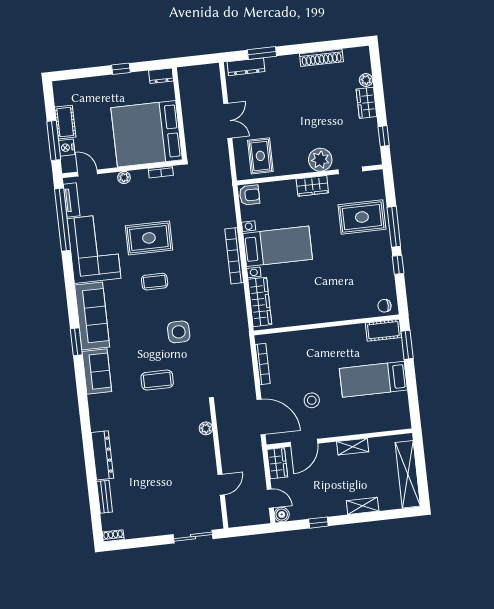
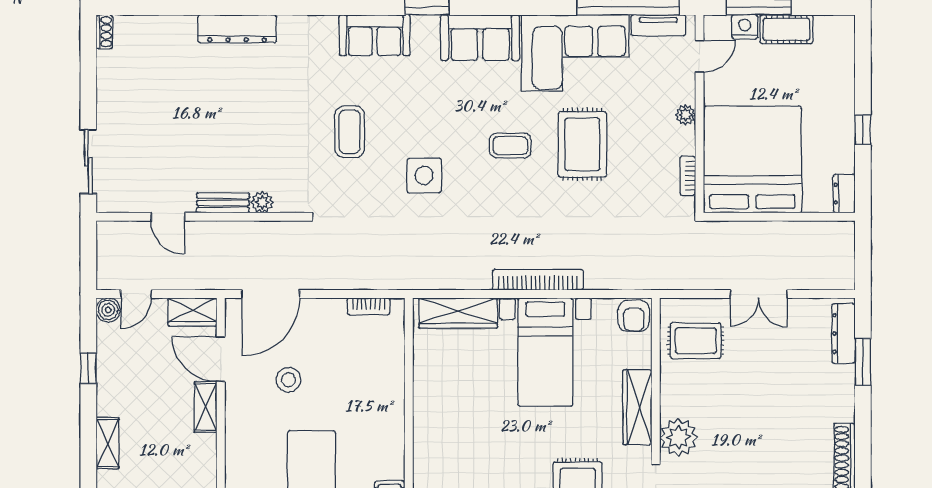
wardrobe: (312, 186) -> (637, 407), width x1.50
coffee table: (155, 282) -> (510, 146), turned 90
sofa: (92, 316) -> (480, 38), width x0.73
bookcase: (263, 364) -> (369, 306), width x0.64
shelving: (353, 447) -> (206, 407), moved
bench: (105, 497) -> (223, 203), moved

